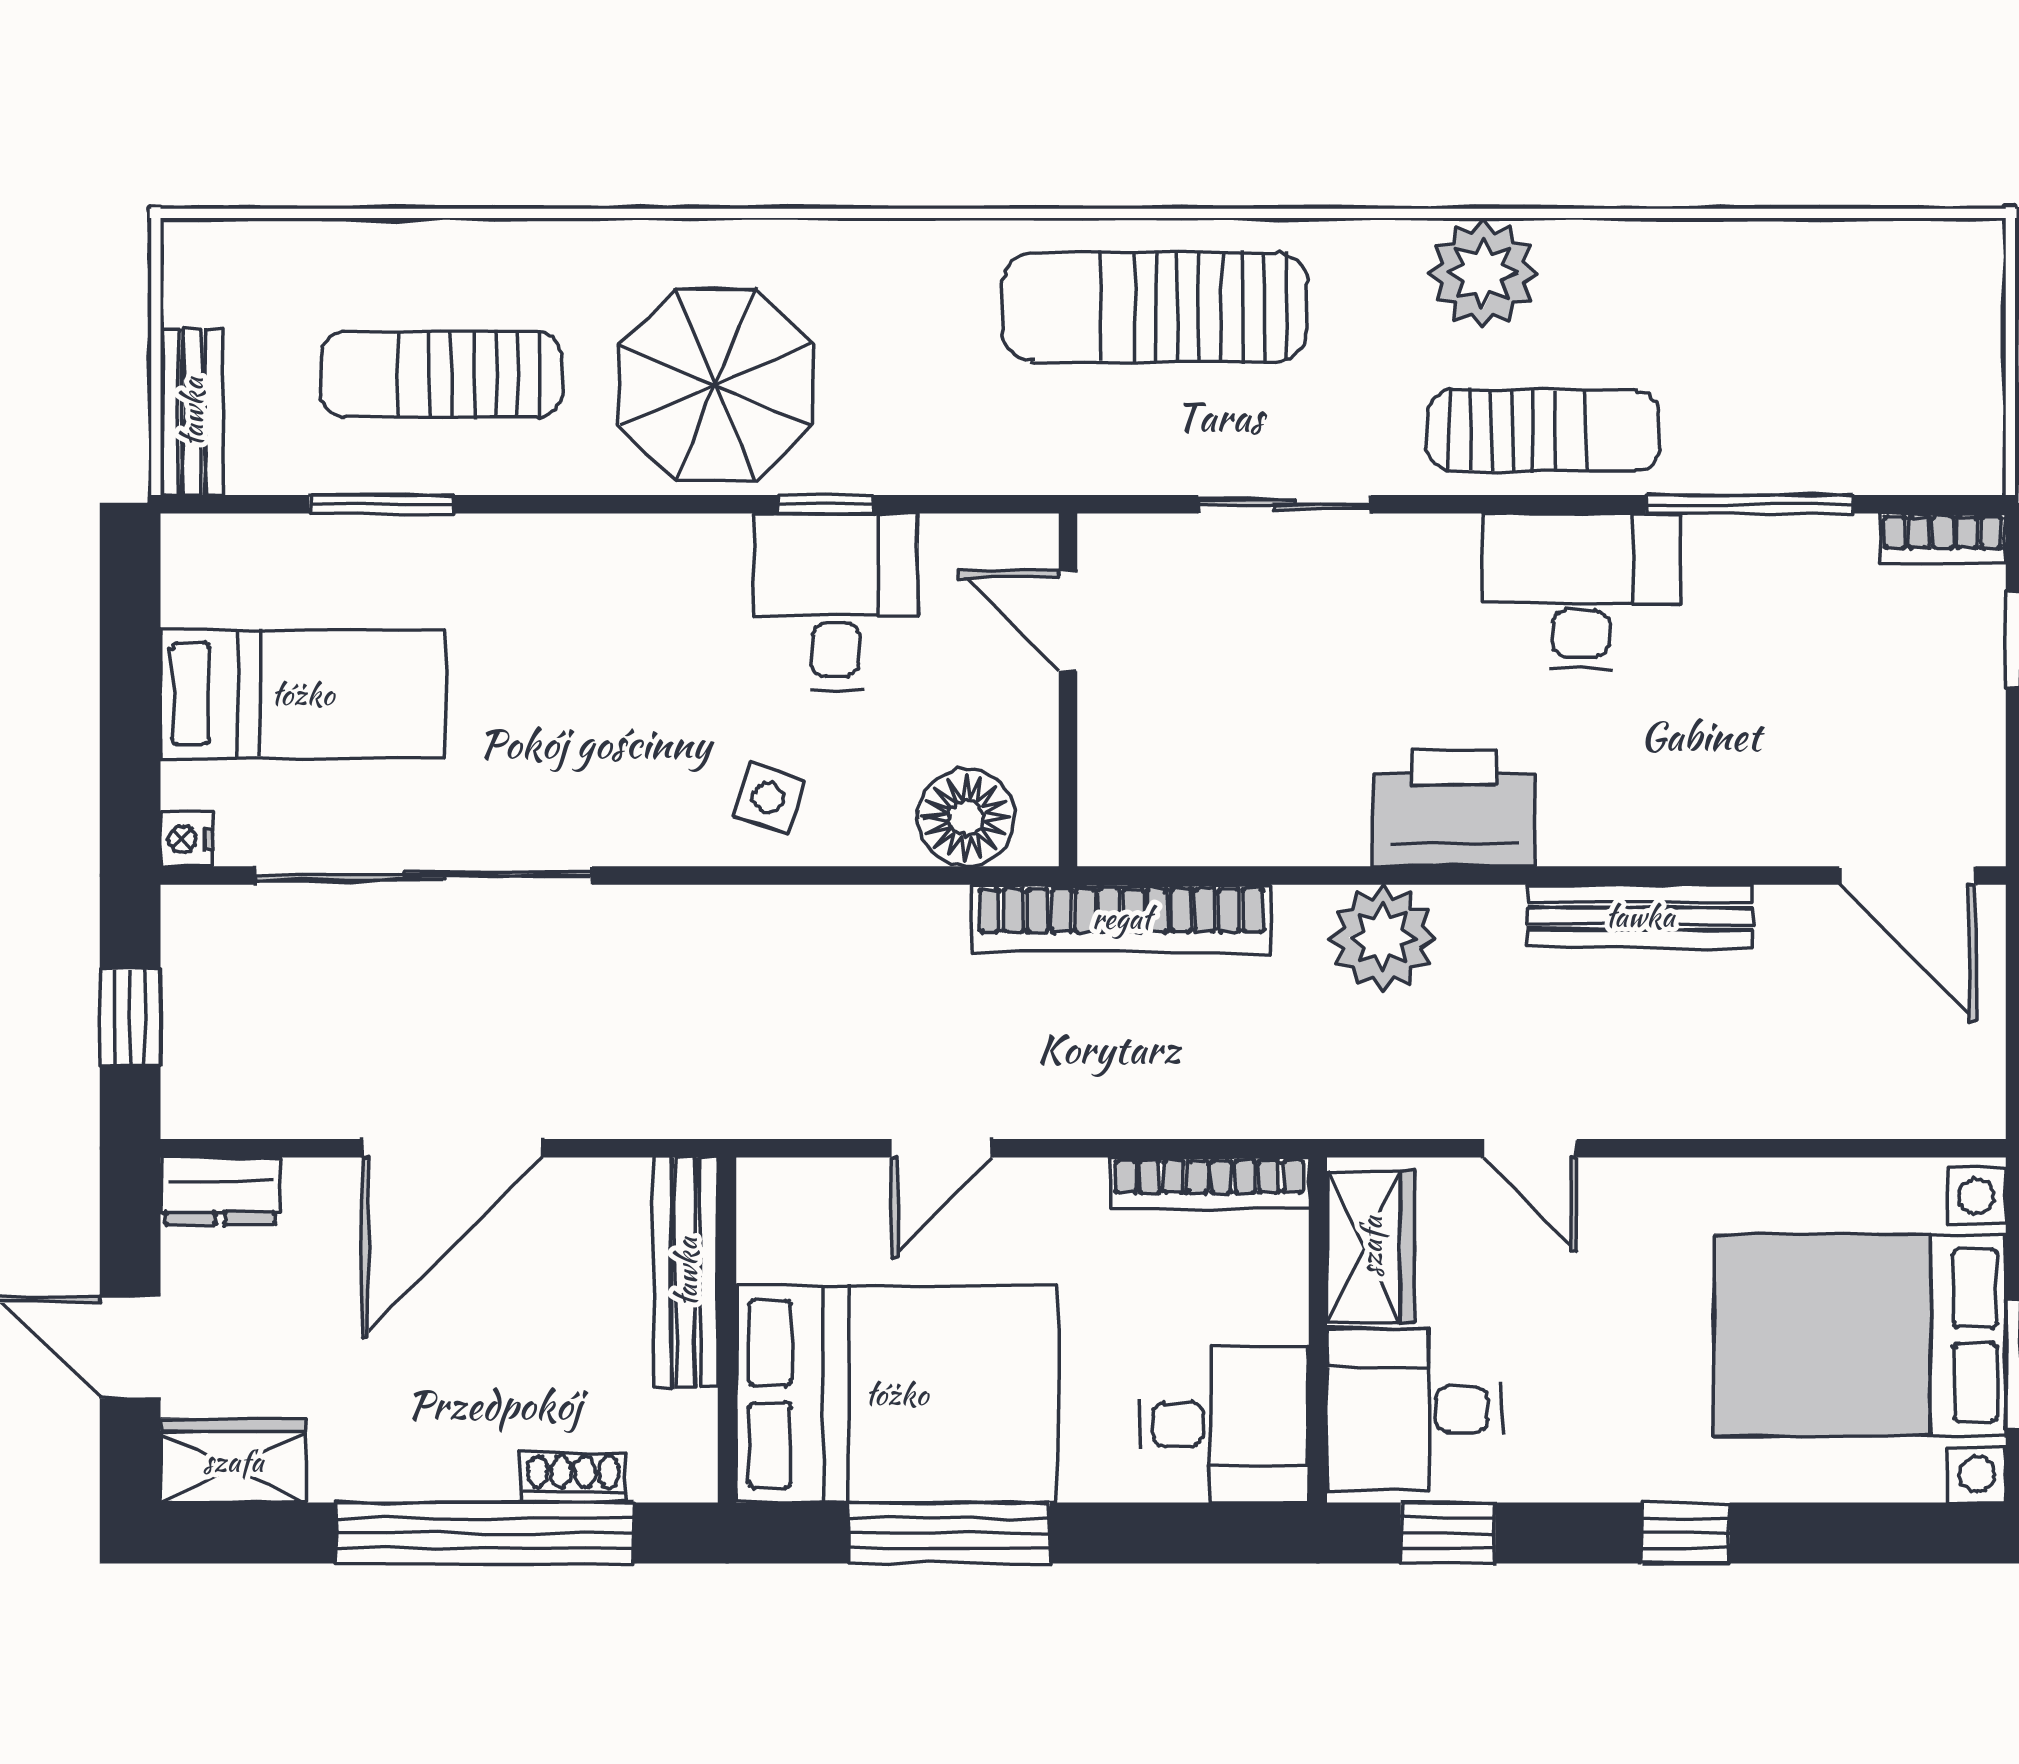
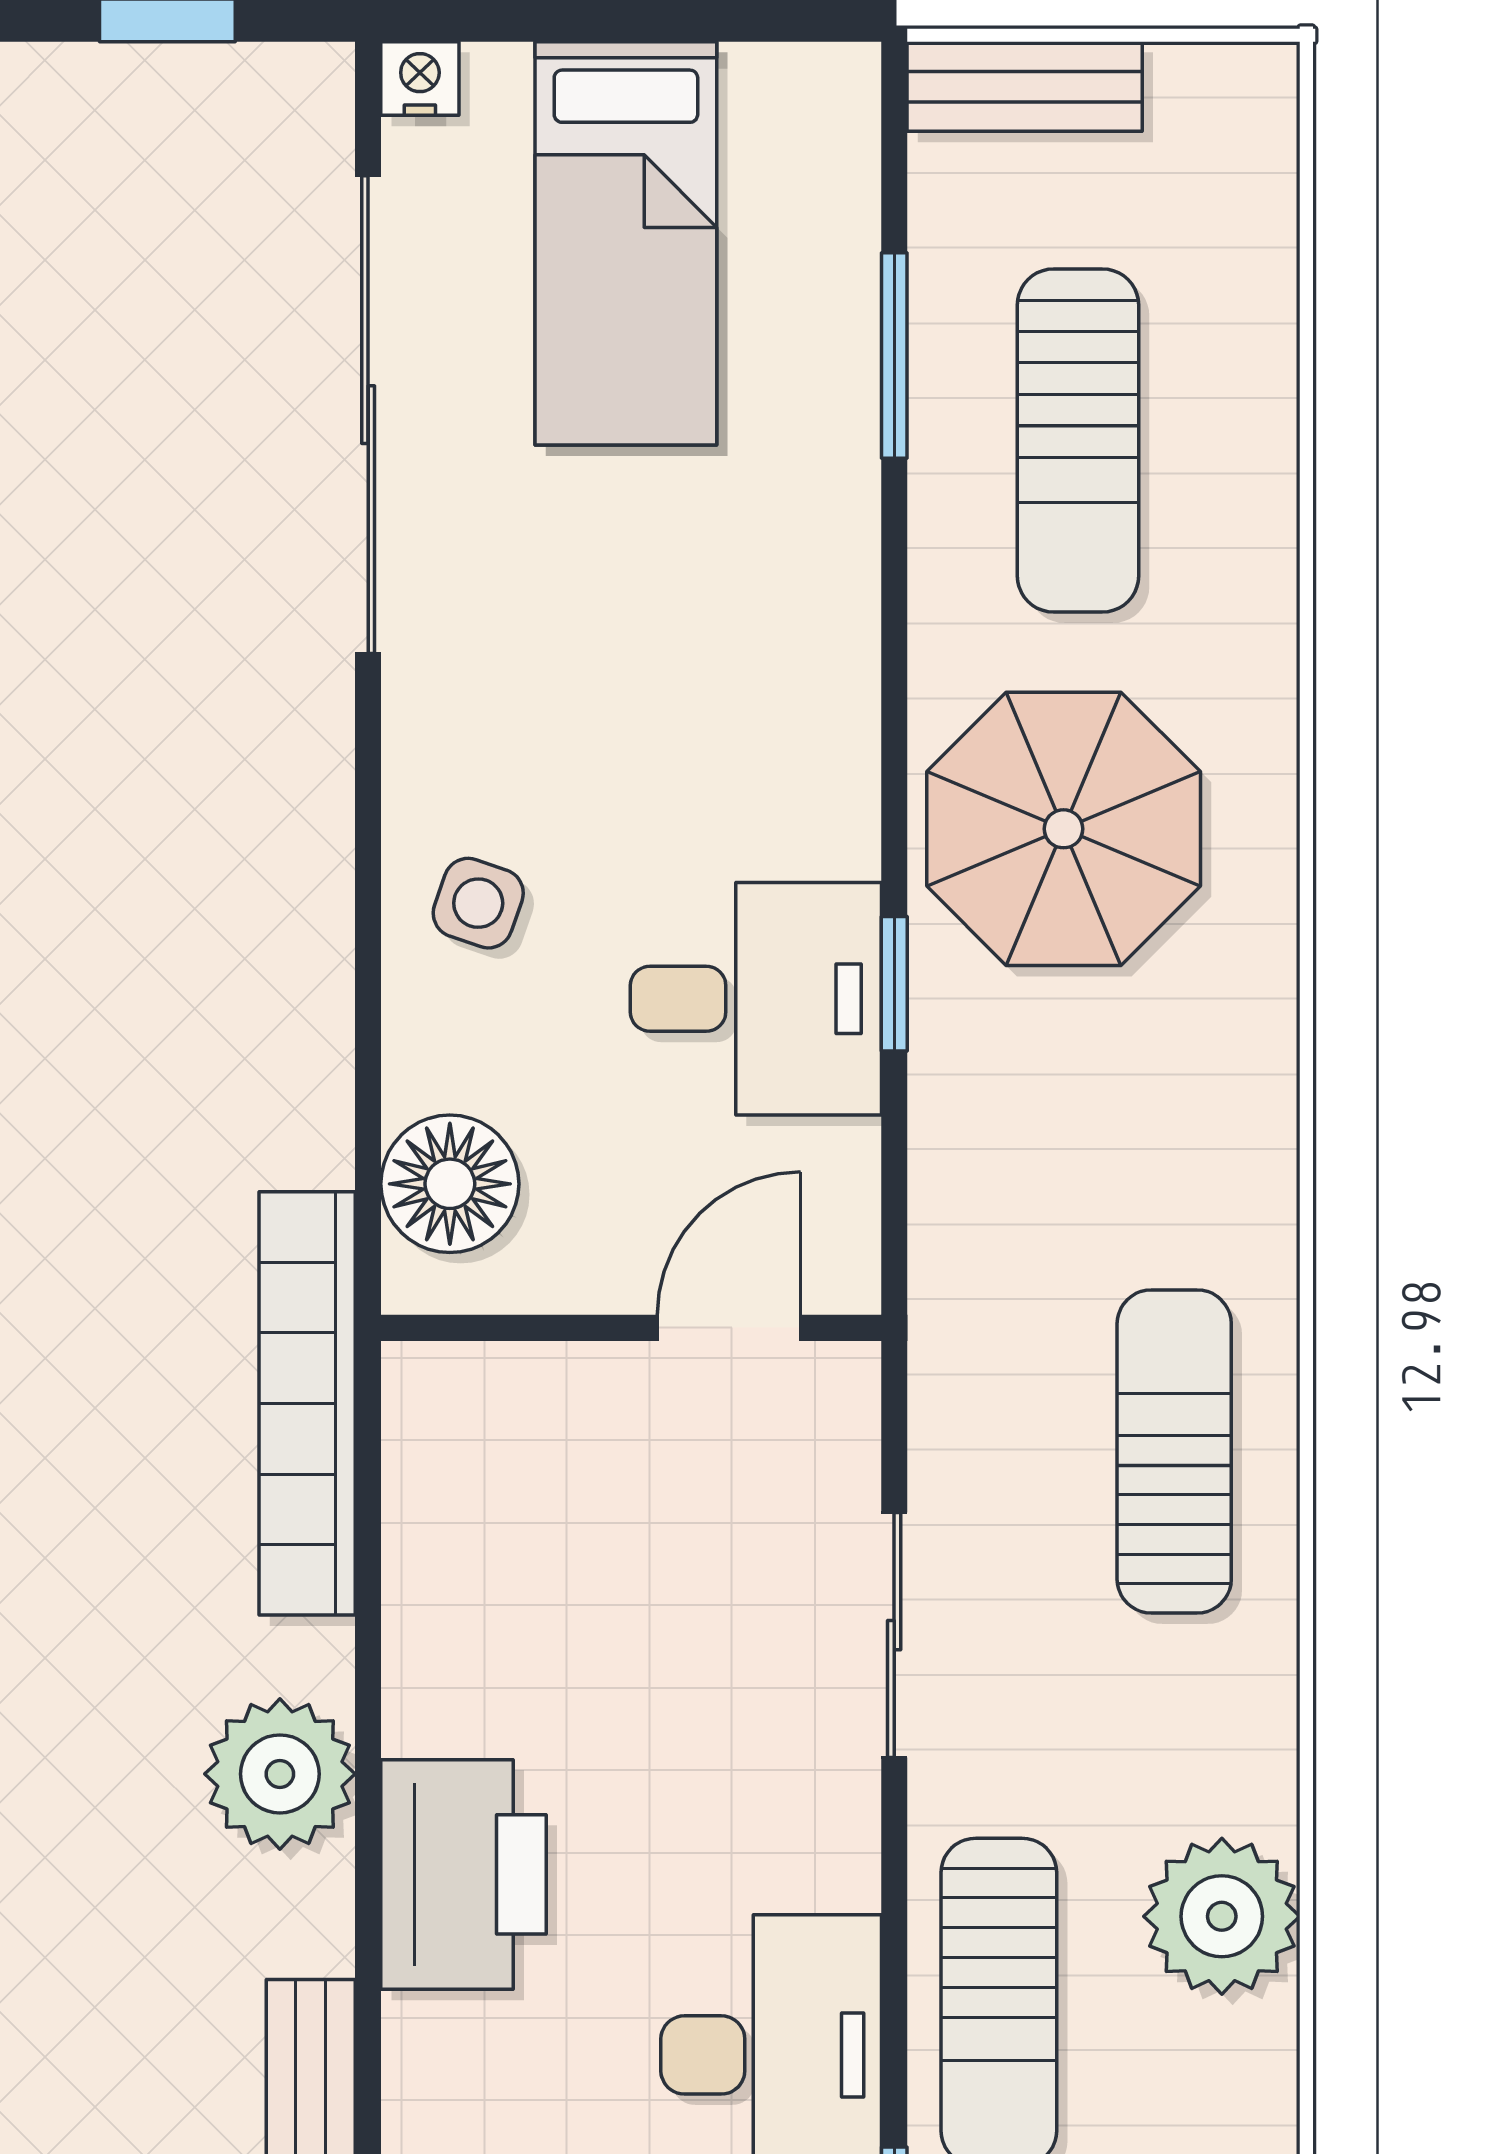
sun lounger: (1155, 307) -> (1174, 1451), width x0.73, depth x0.75
sun lounger: (442, 375) -> (1078, 440), turned 180

